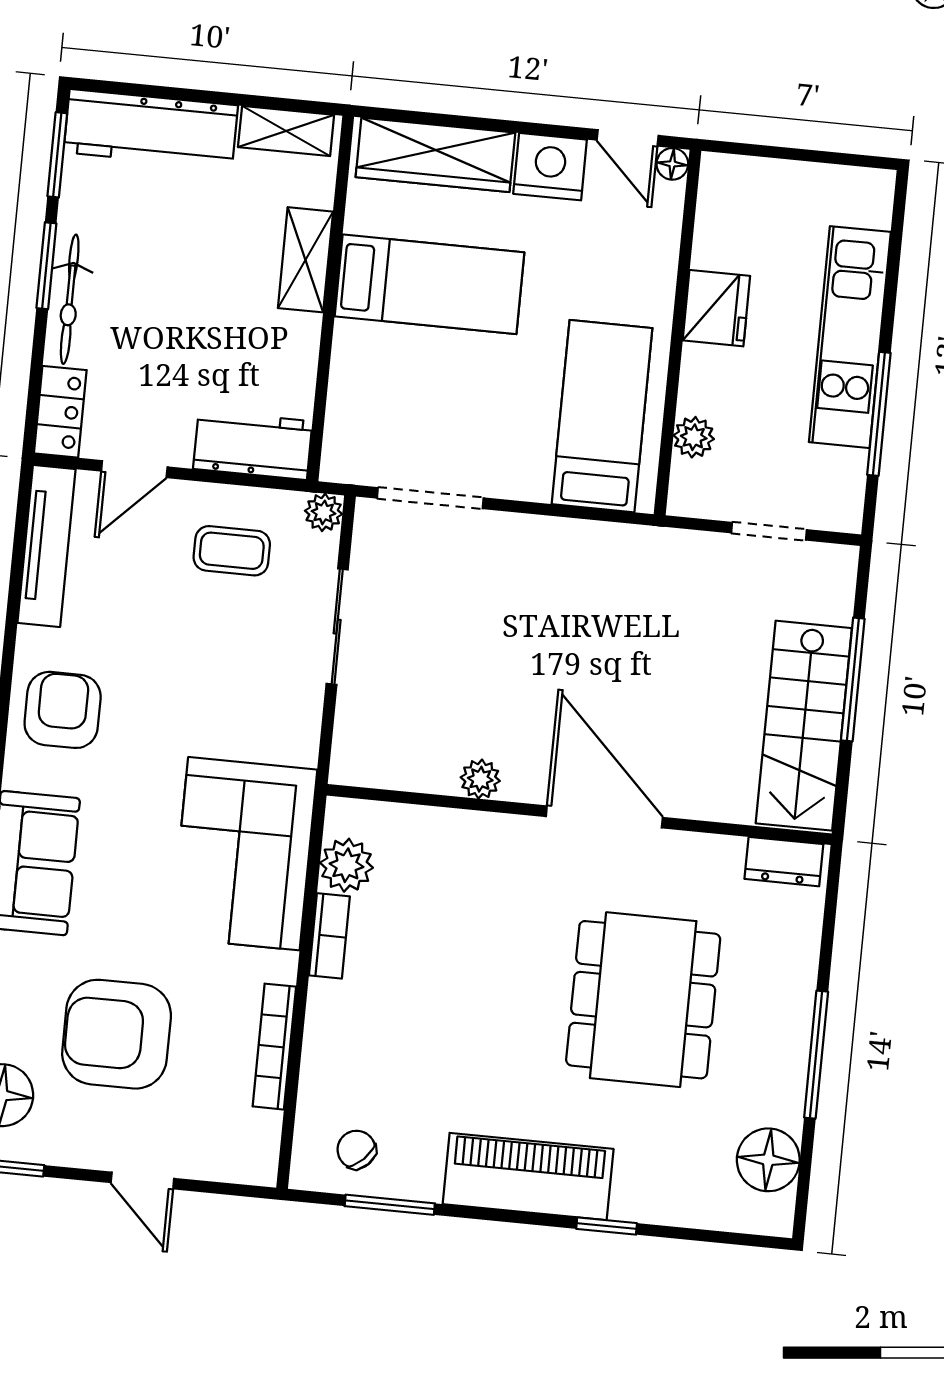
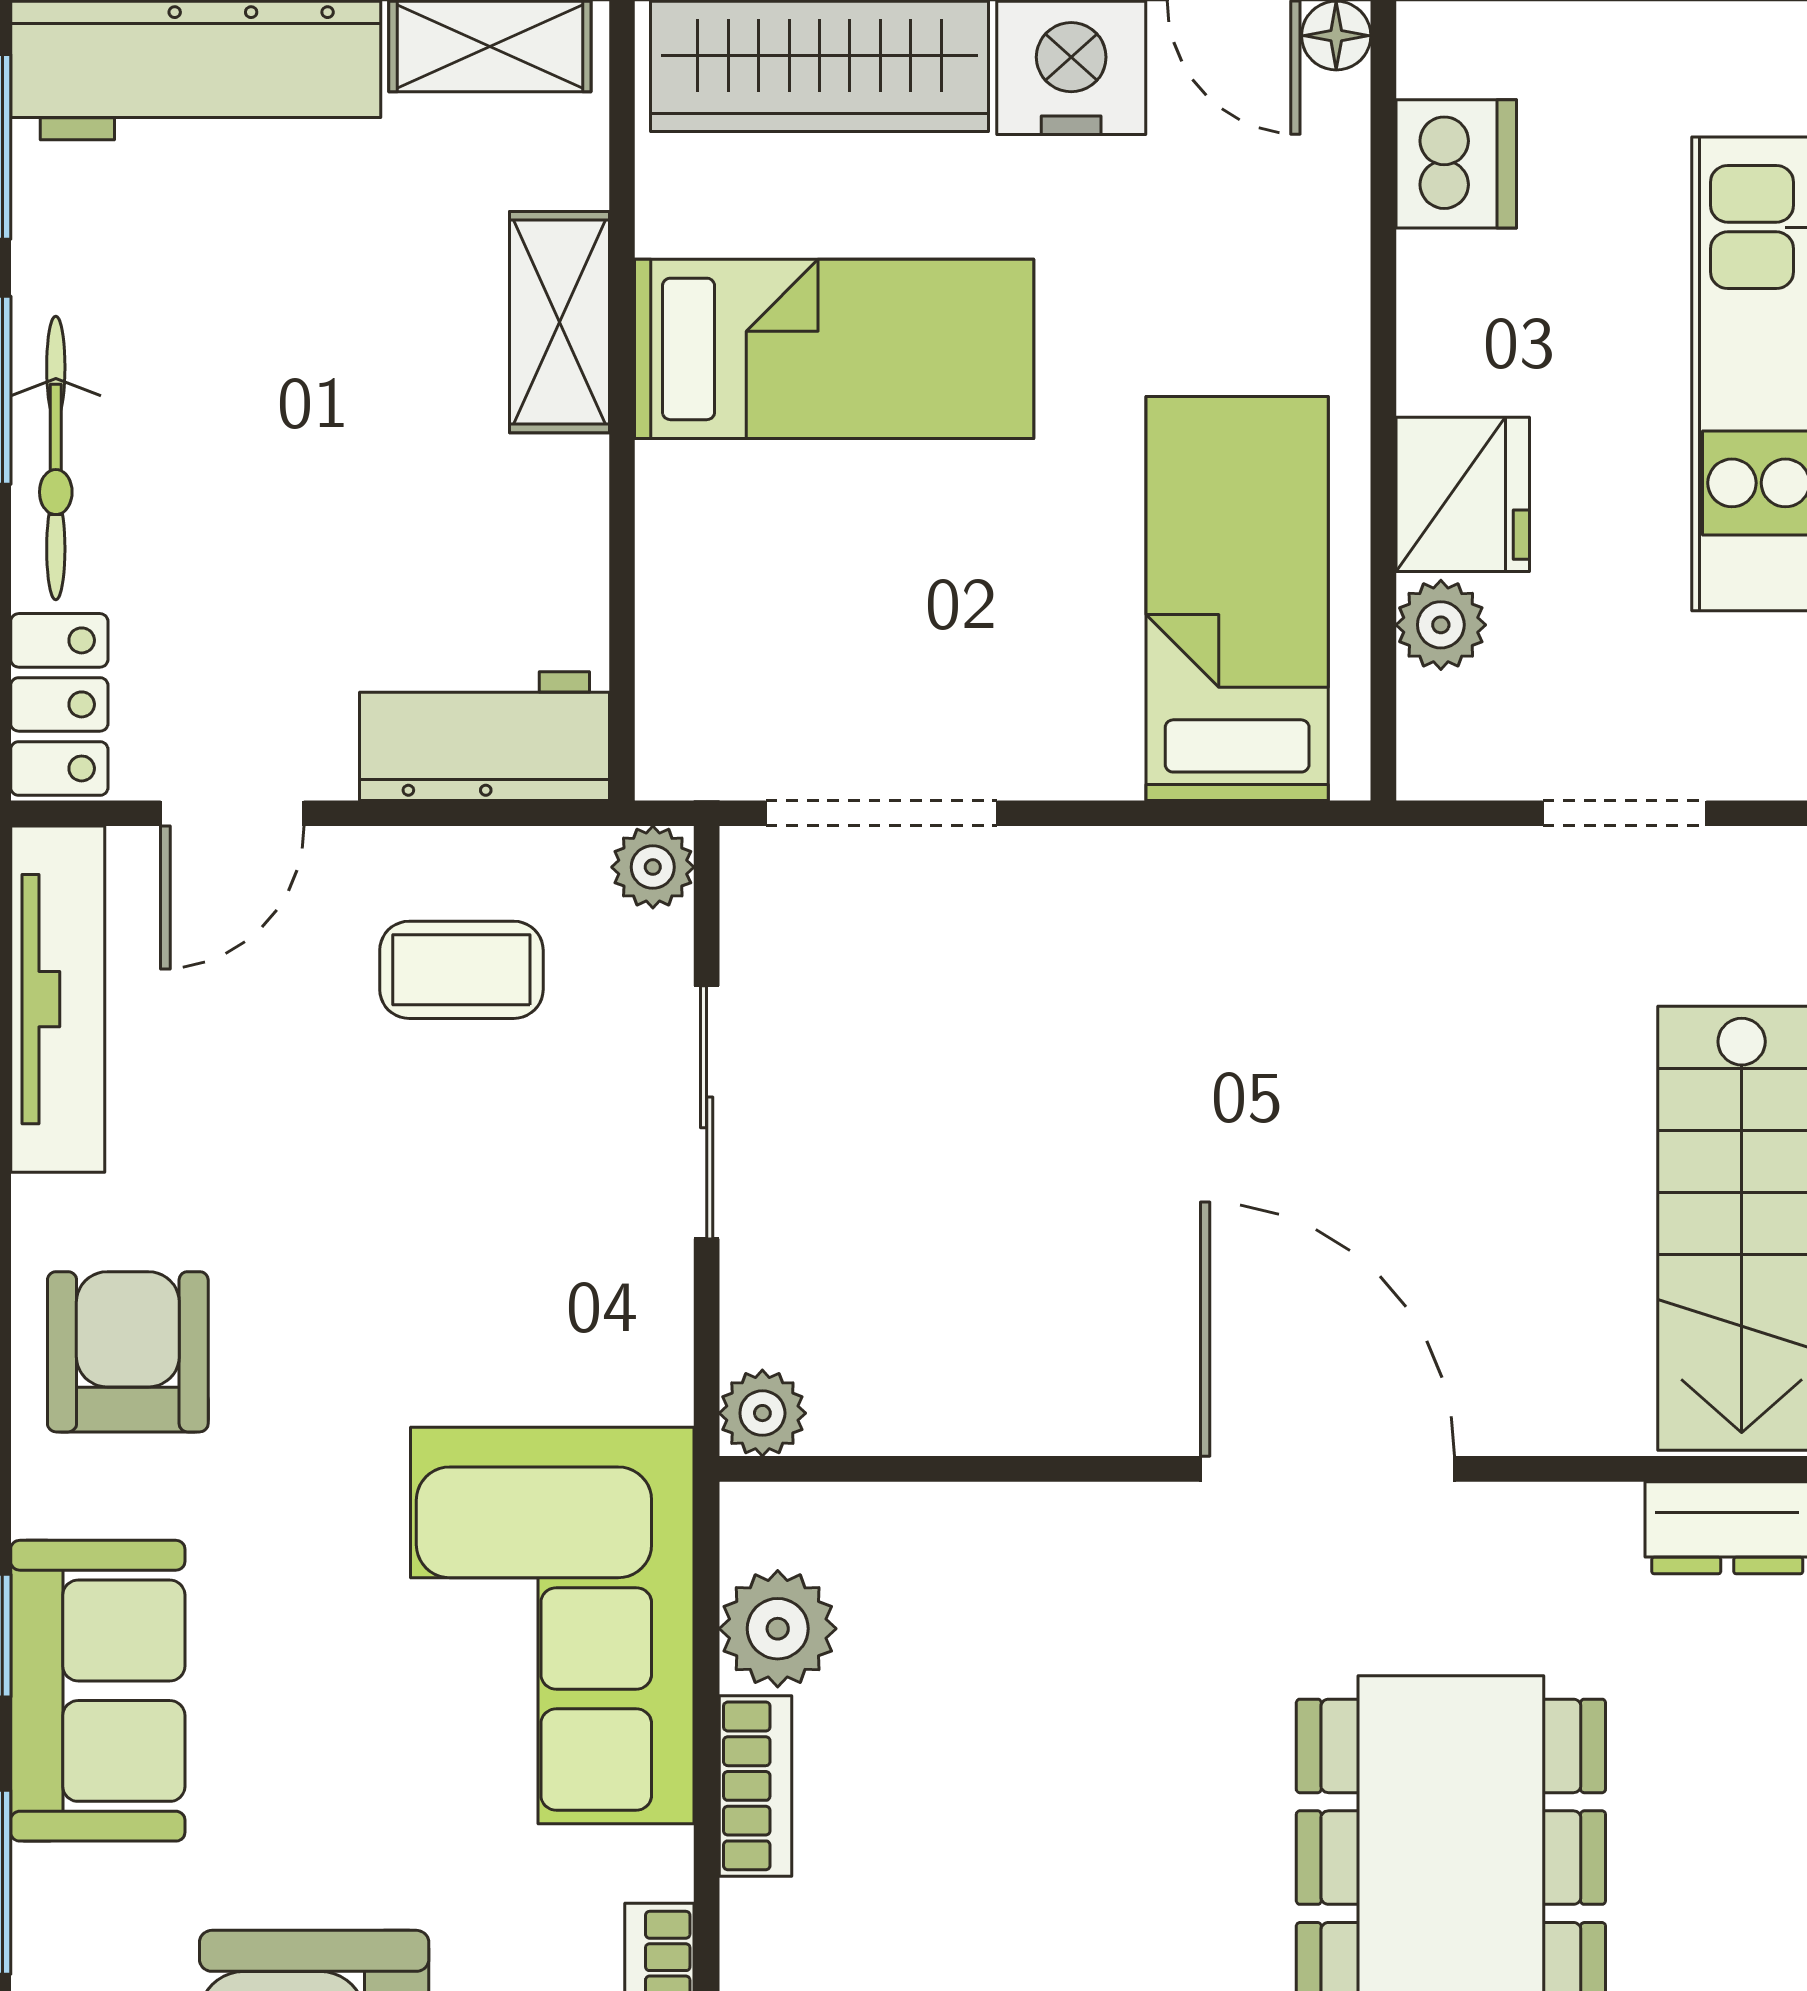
dishwasher: (721, 228) -> (1456, 164), added
fridge: (716, 308) -> (1463, 494), moved
plant: (480, 779) -> (762, 1413), moved

